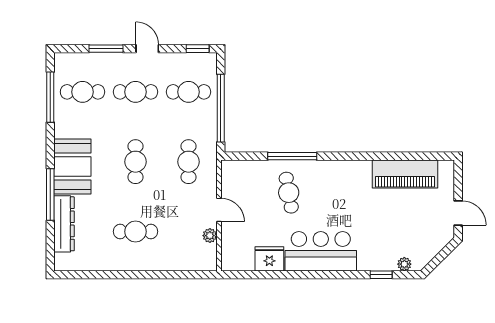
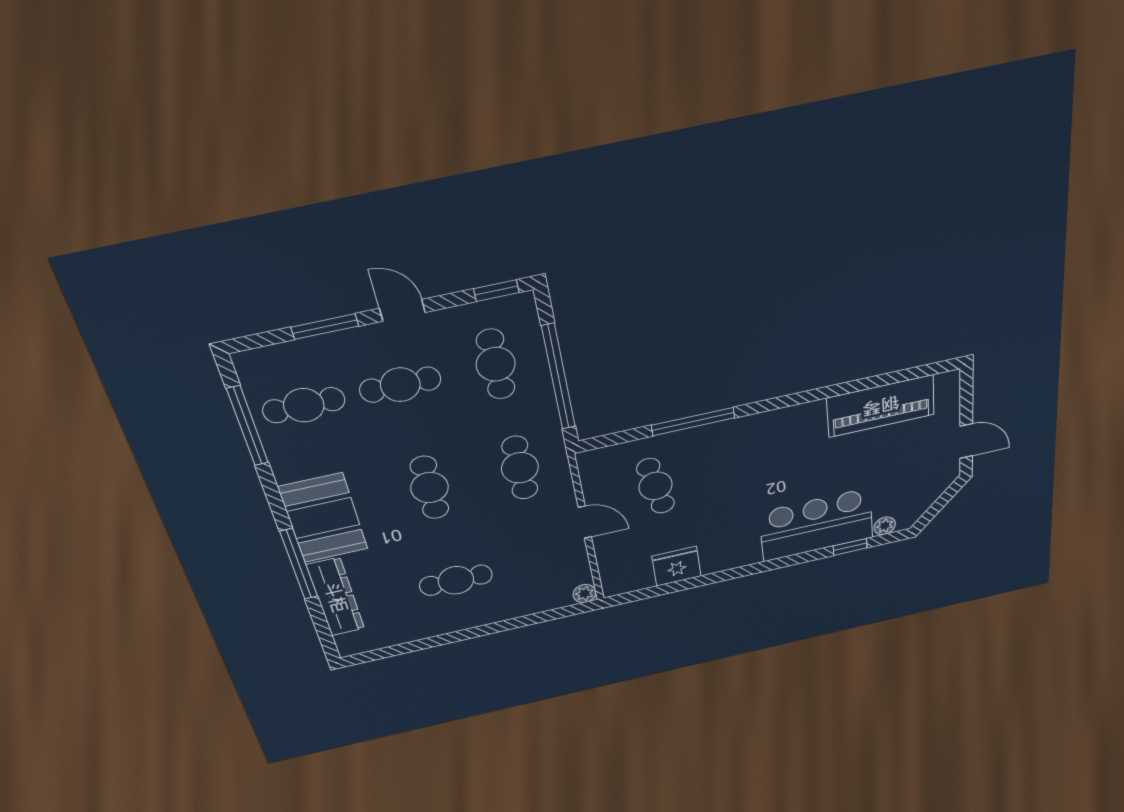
cafe table: (189, 92) -> (496, 364), turned 90
cafe table: (289, 193) -> (656, 486), moved
plant: (210, 236) -> (585, 594), moved
bar counter: (321, 251) -> (816, 525), moved

